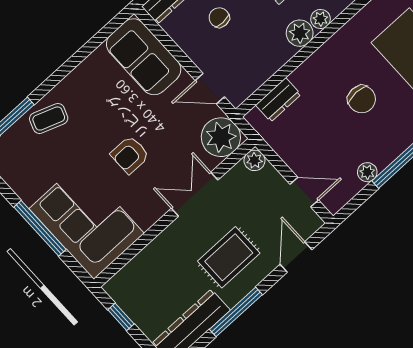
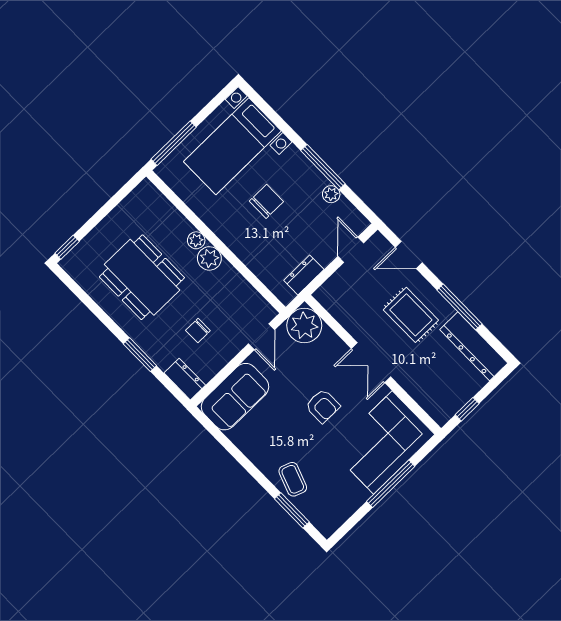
dresser: (278, 100) -> (304, 275), moved, turned -90
plant: (254, 160) -> (324, 295), removed
double door: (195, 194) -> (371, 363), moved

